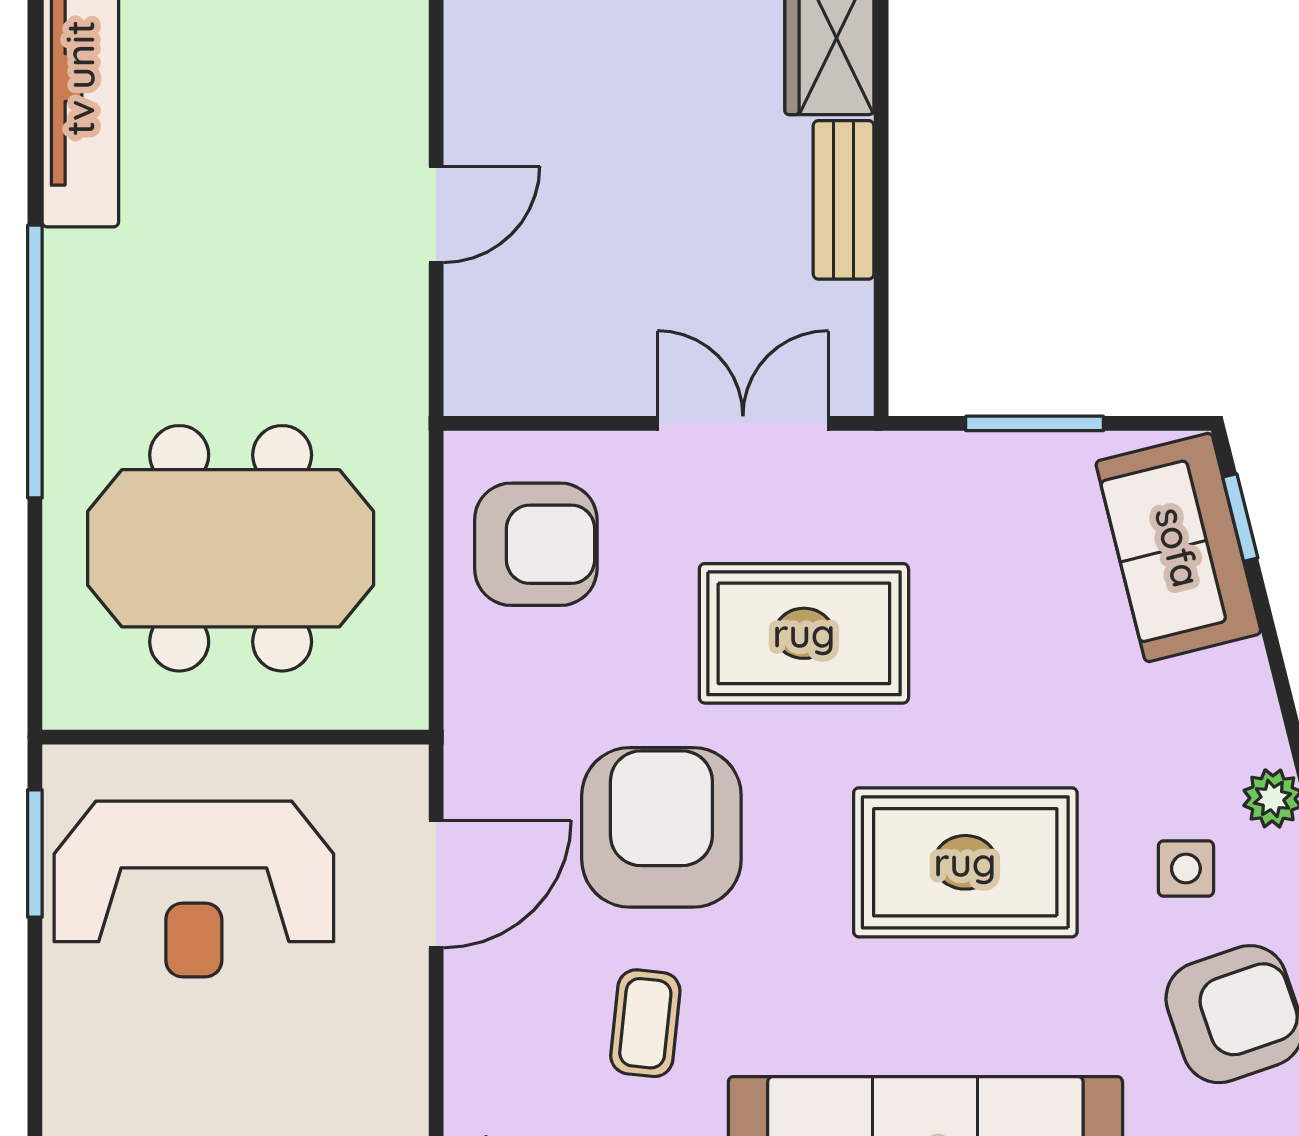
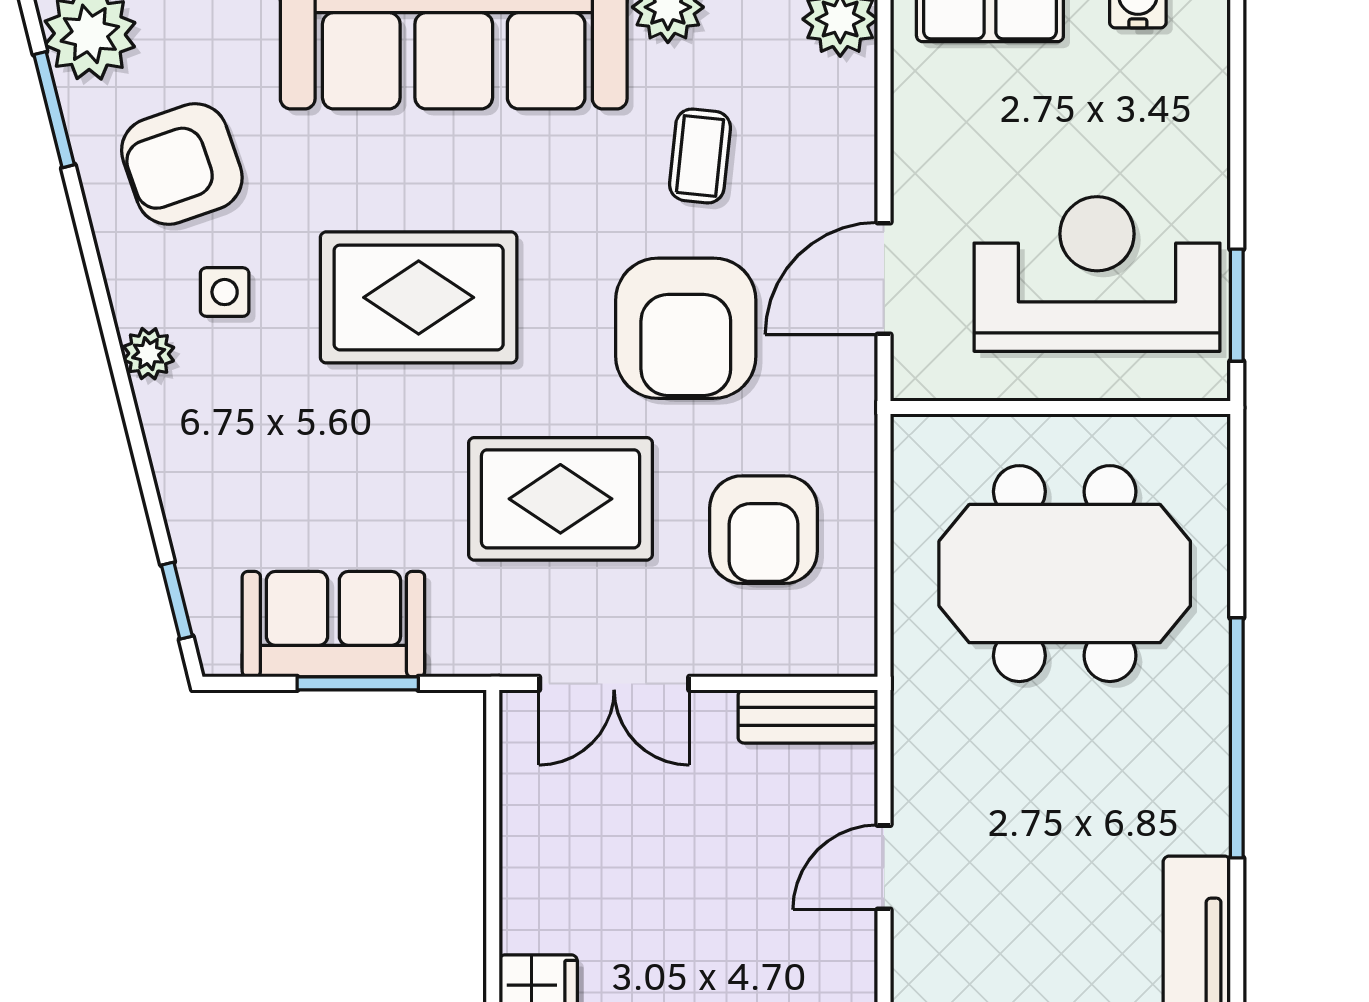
bench: (843, 200) -> (808, 716), moved, turned 90
armchair: (536, 544) -> (764, 530), moved, turned -90
sofa: (1178, 547) -> (333, 624), moved, turned -76

